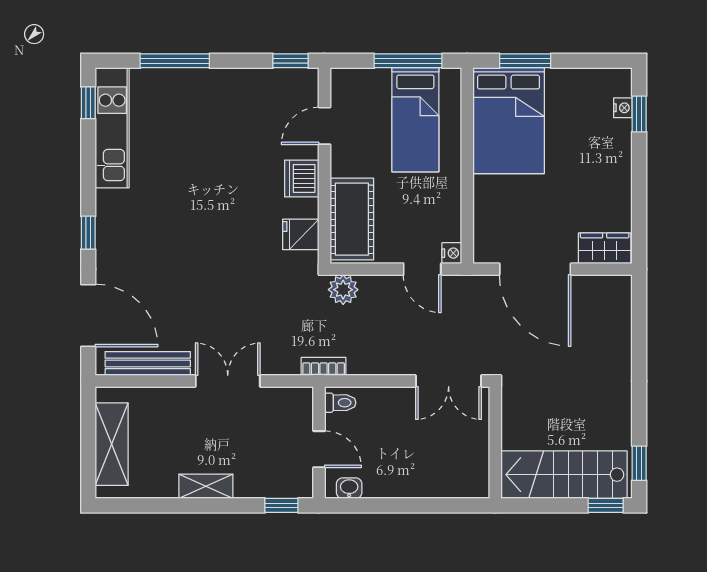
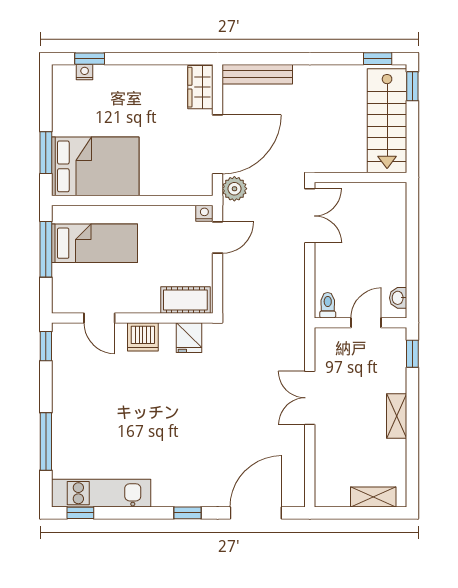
cot: (352, 219) -> (185, 300), width x0.73, depth x0.75
plant: (343, 290) -> (234, 189), moved
bench: (148, 363) -> (257, 74), moved, turned 90
bookcase: (324, 366) -> (298, 319), removed
shelving: (112, 444) -> (373, 497), width x0.67, depth x0.75

